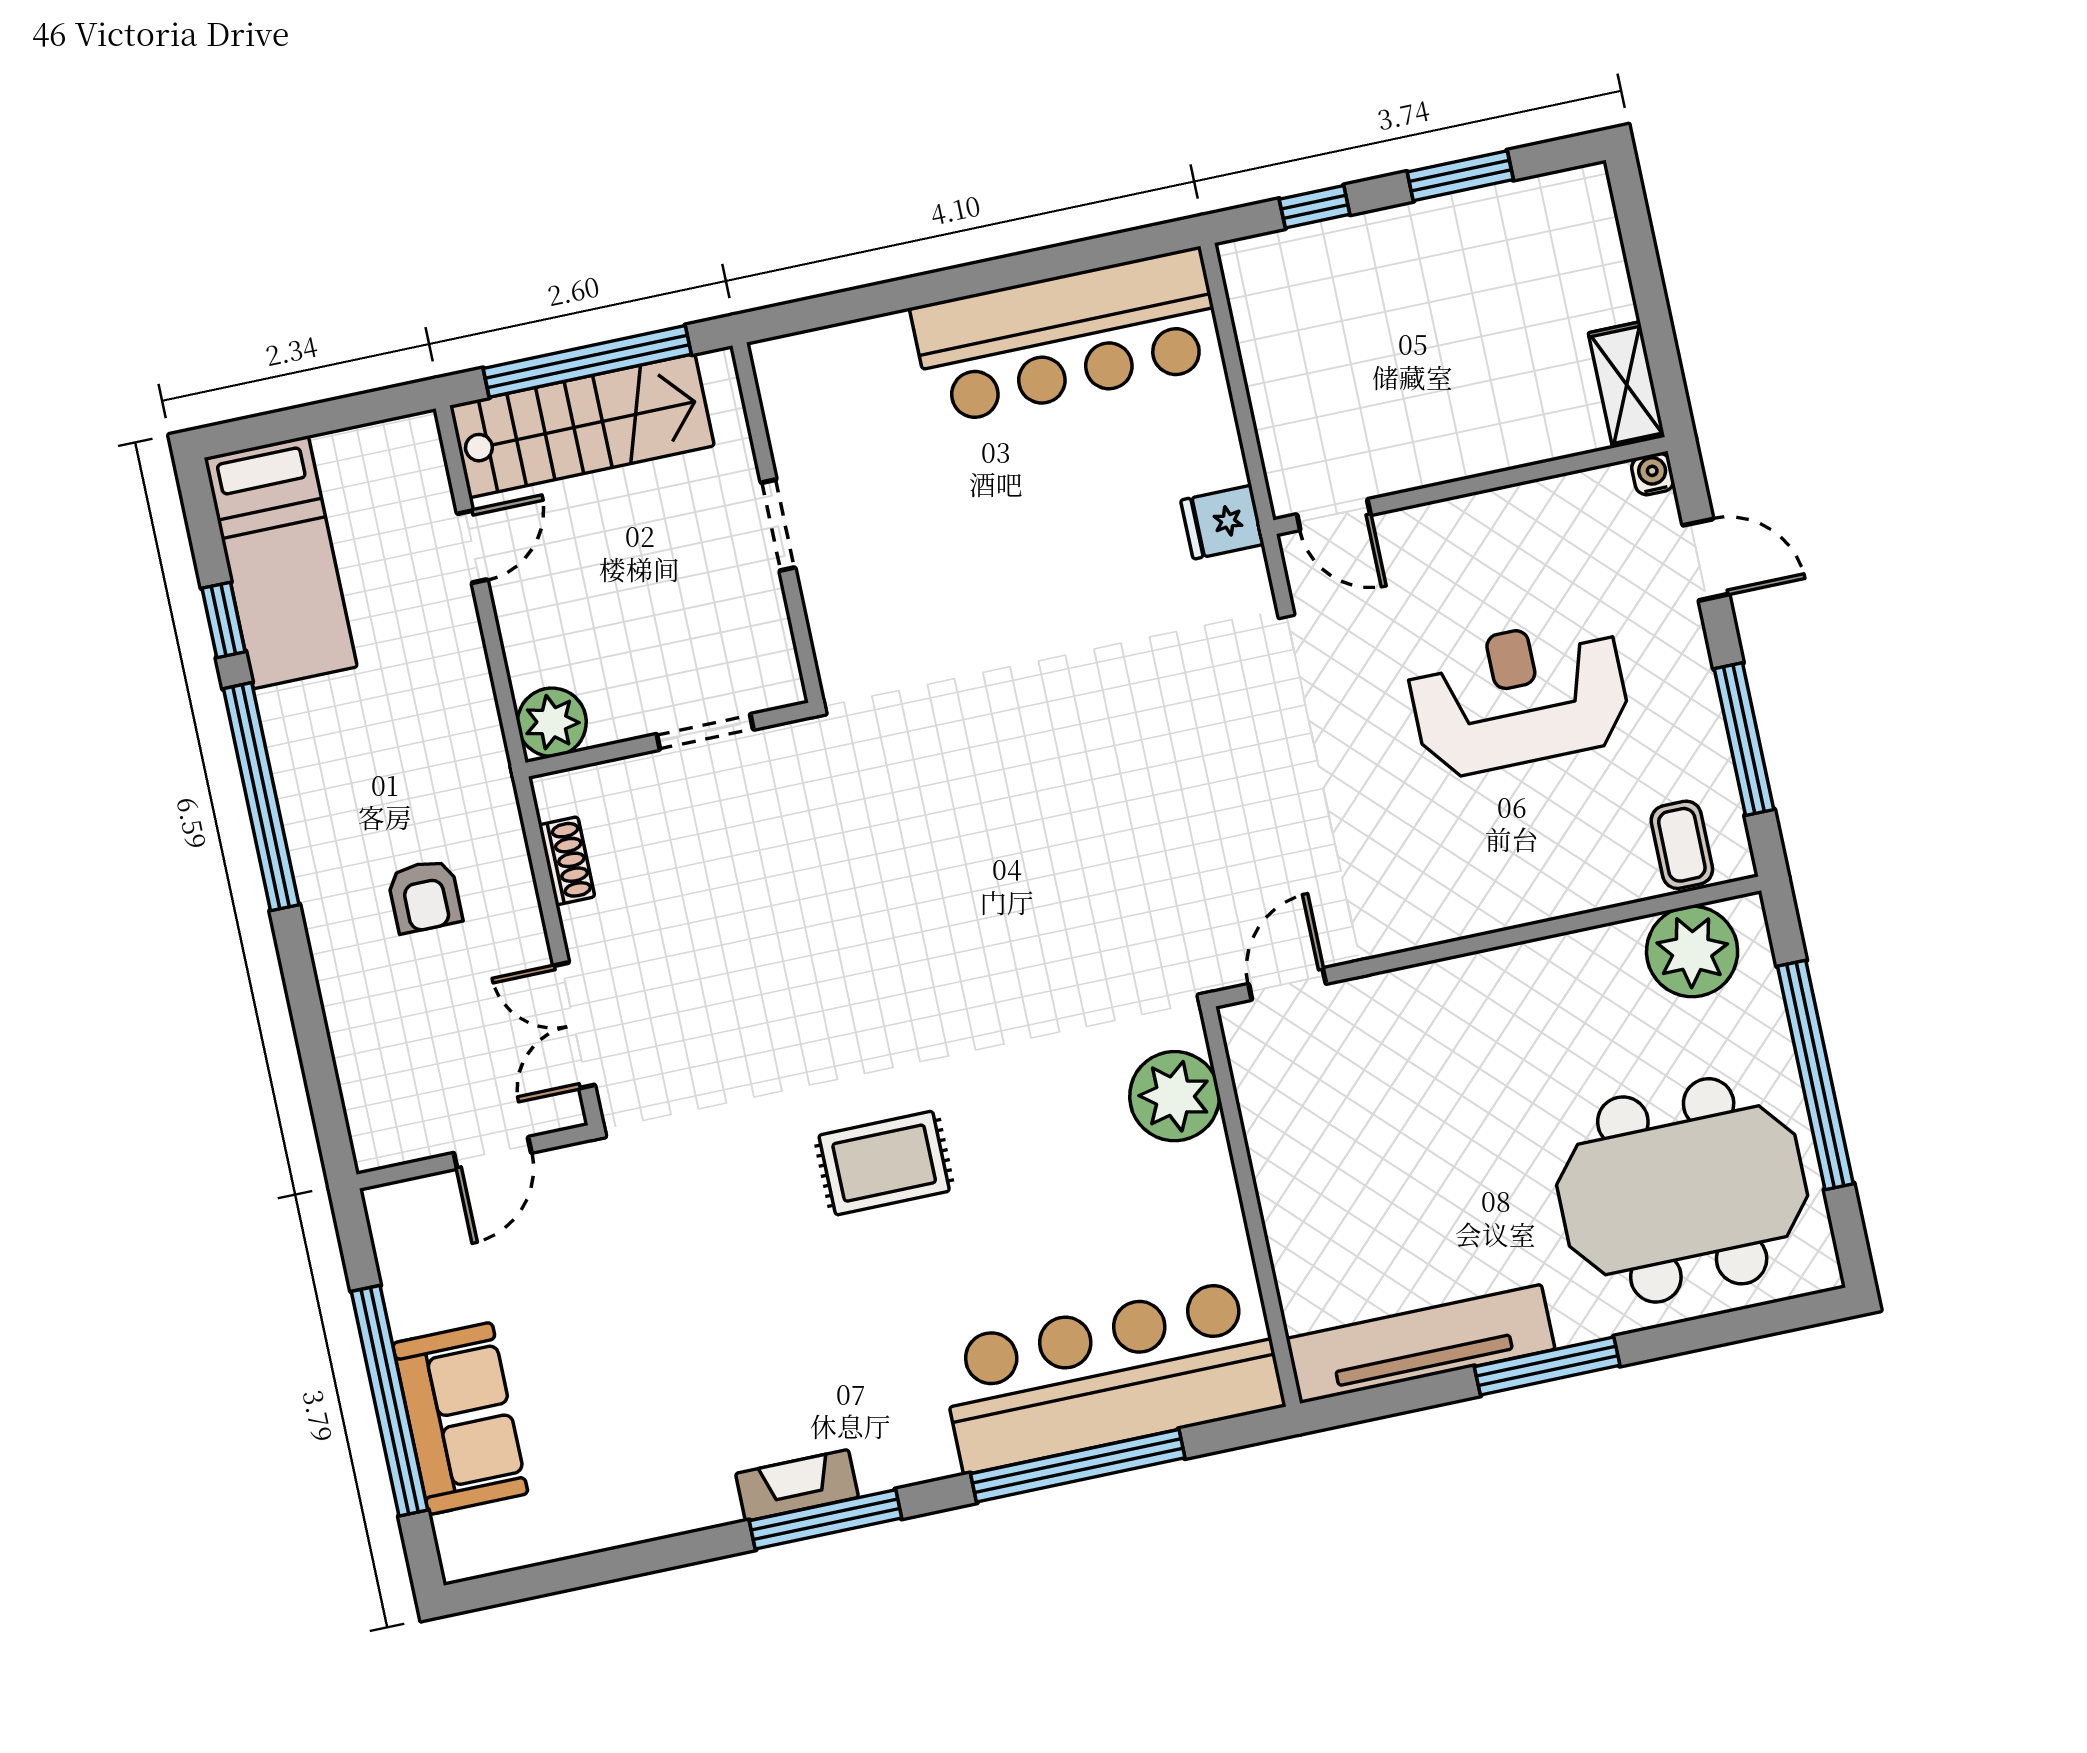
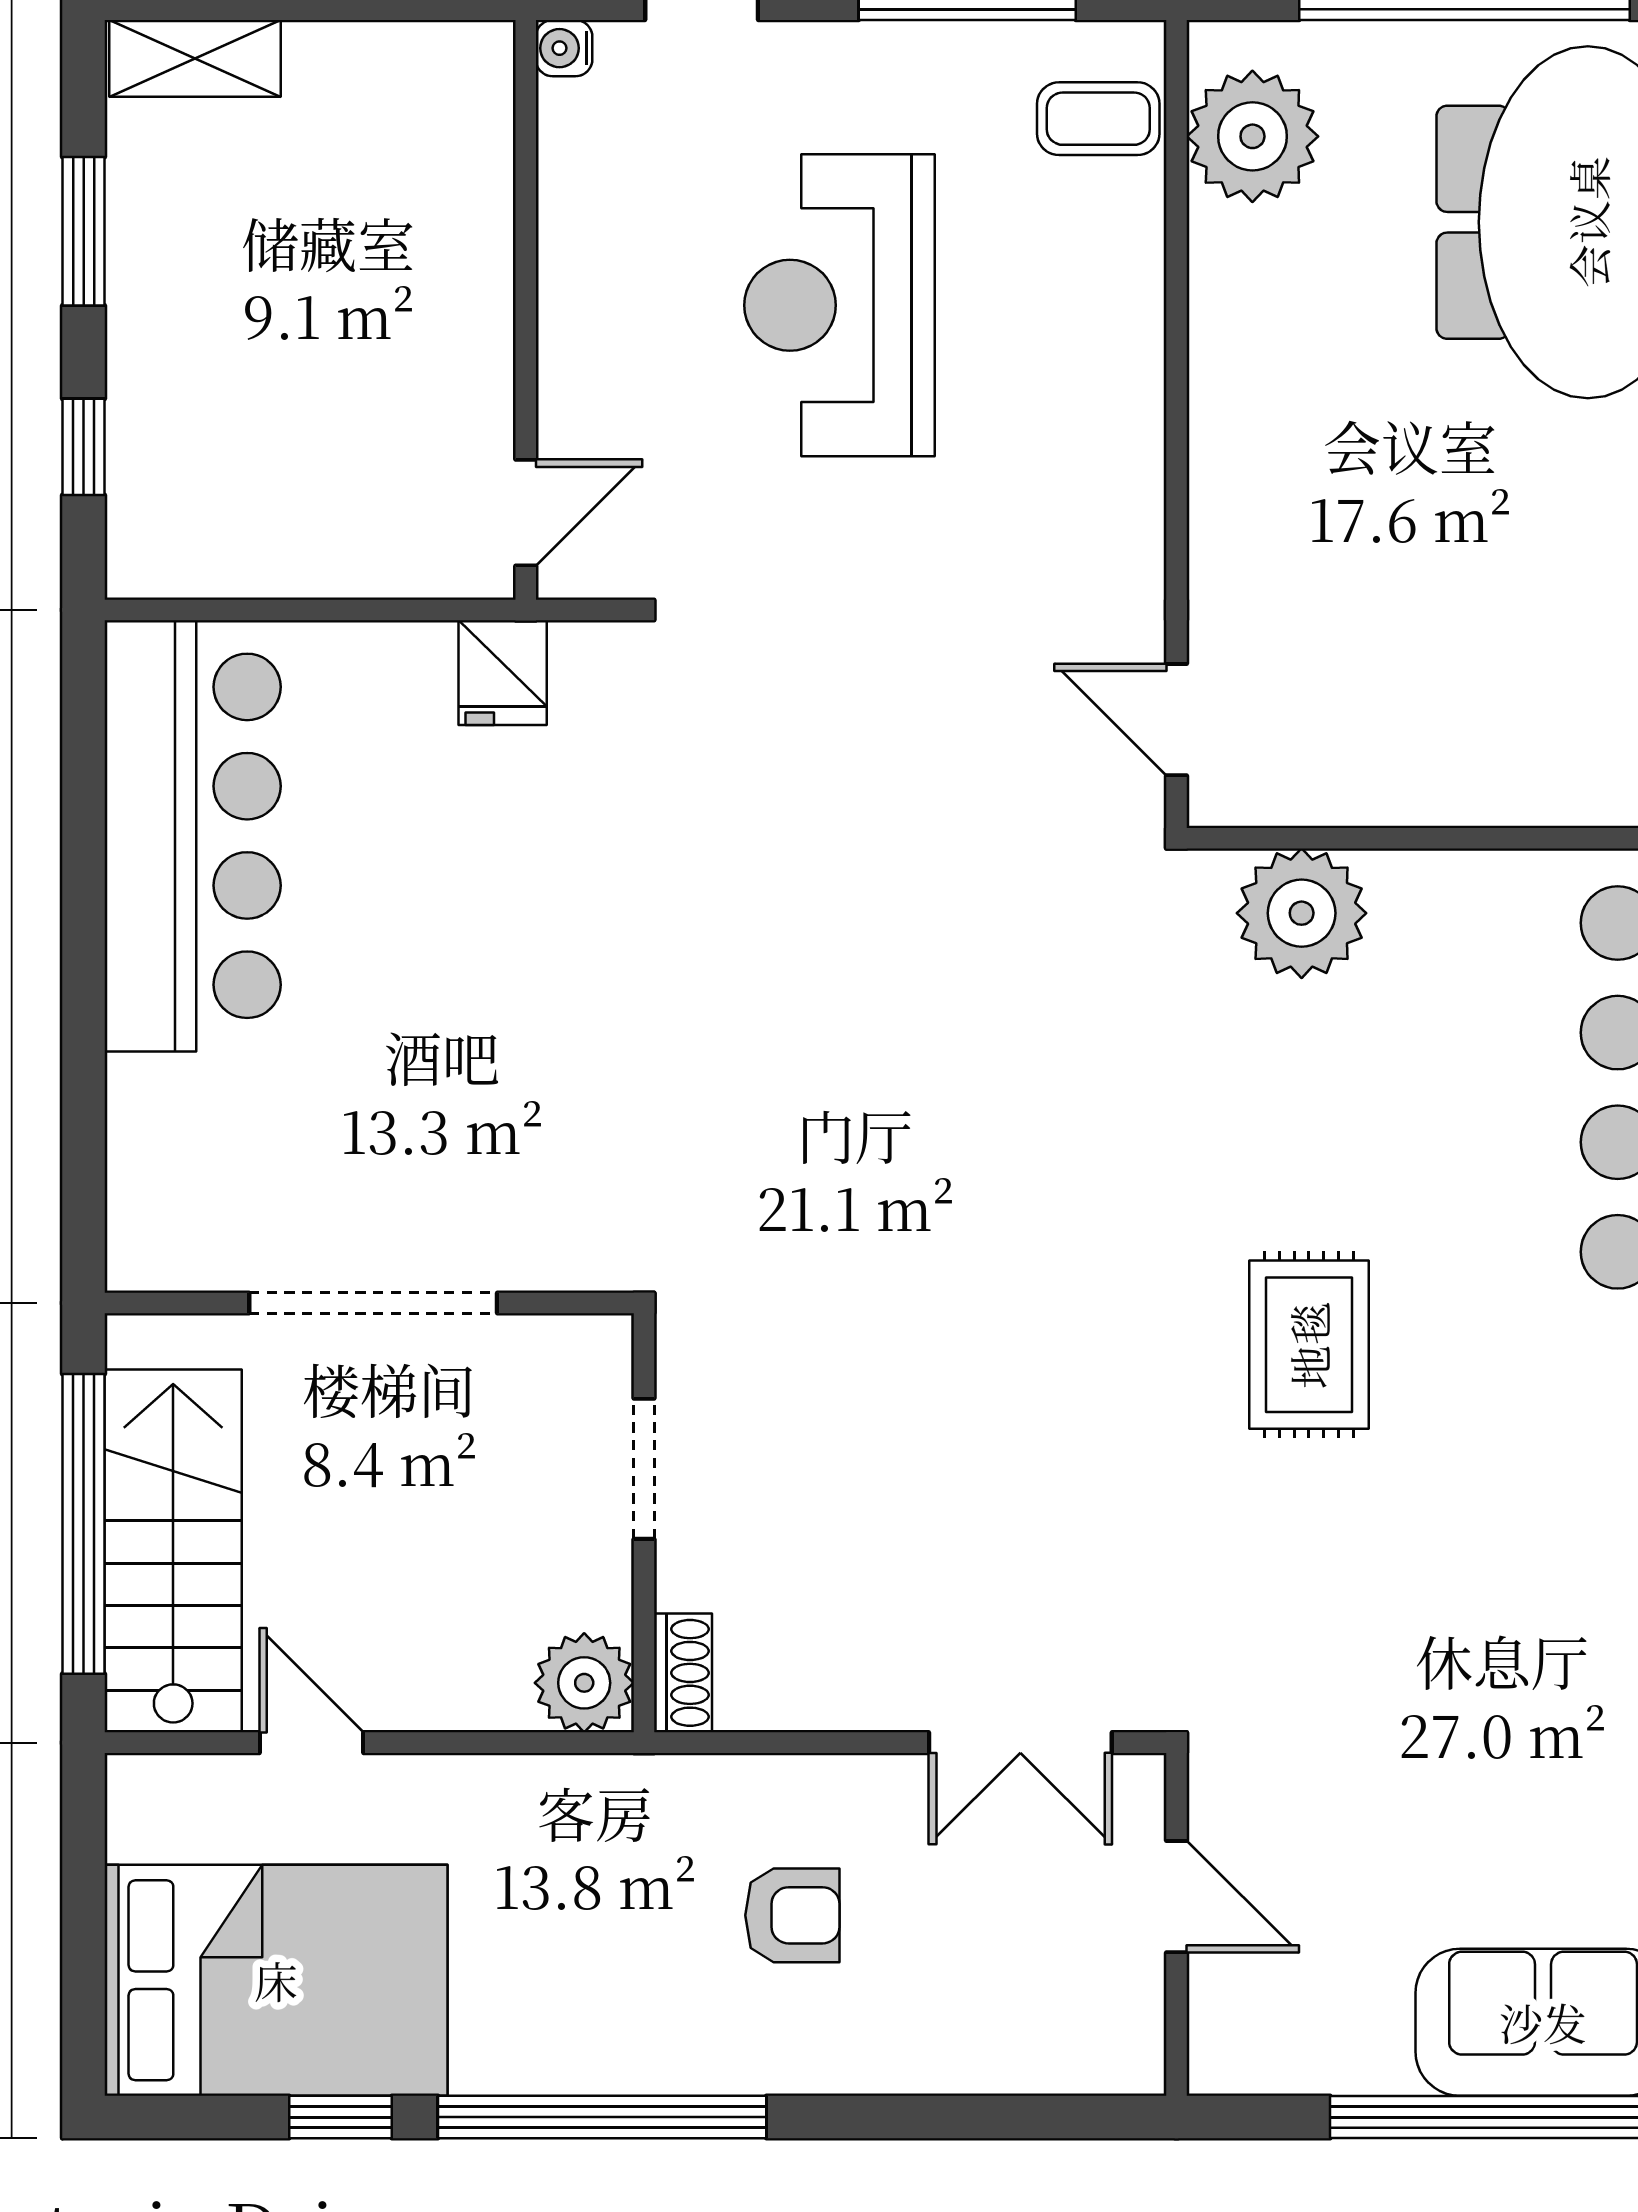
shelving: (1627, 385) -> (195, 58), moved
doorway: (778, 525) -> (373, 1303), width x1.88
bed: (281, 562) -> (276, 1980), width x1.50
shoe rack: (567, 861) -> (683, 1673), moved, turned 90

